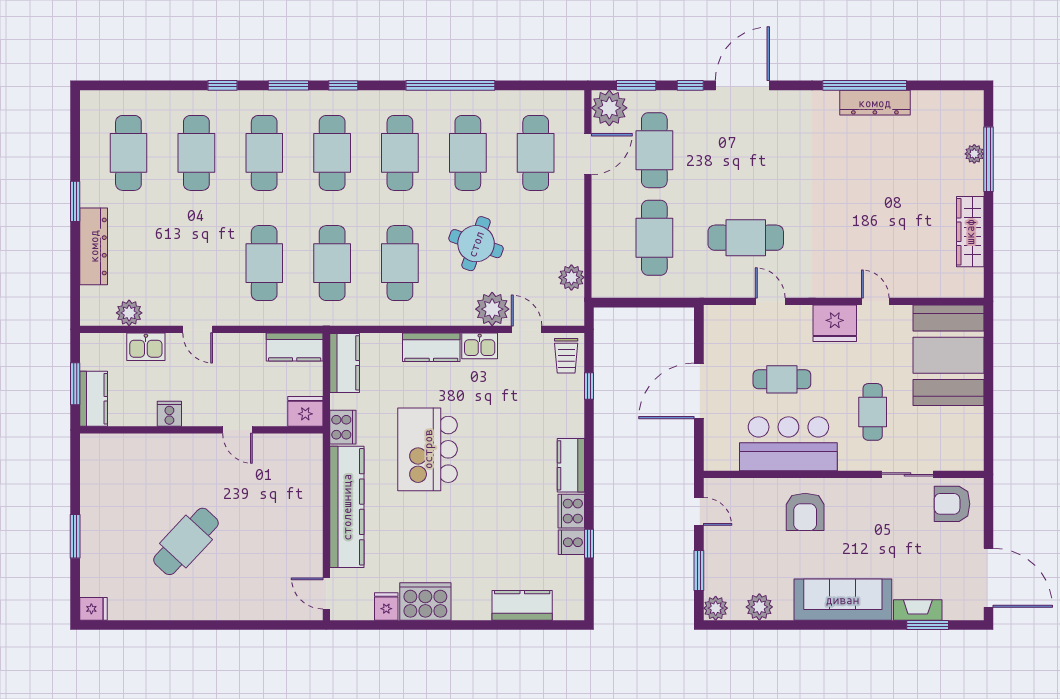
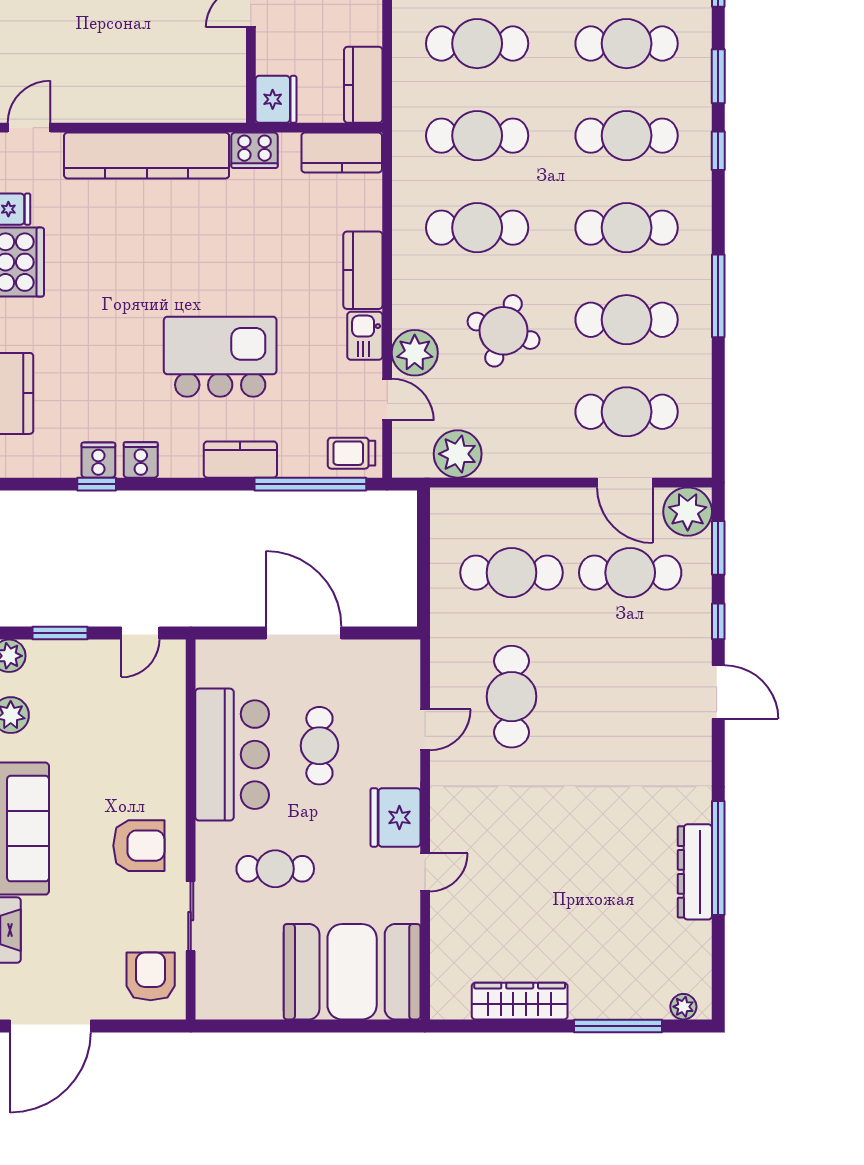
window: (450, 85) -> (718, 296), width x0.68
door: (742, 85) -> (718, 692), width x0.73
plant: (974, 154) -> (683, 1007), moved
plant: (571, 277) -> (458, 454), width x1.36, depth x1.36
door: (527, 329) -> (387, 399), hinge flipped
window: (589, 386) -> (310, 484), width x3.17
kitchen island: (428, 449) -> (220, 357), moved
kitchen counter: (571, 465) -> (240, 460), moved
cooker: (571, 511) -> (141, 460), width x0.73
armchair: (805, 512) -> (139, 846), moved, turned 180

